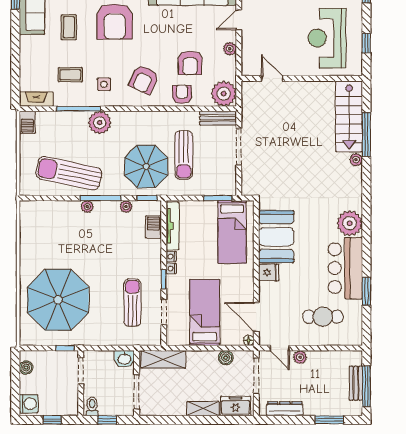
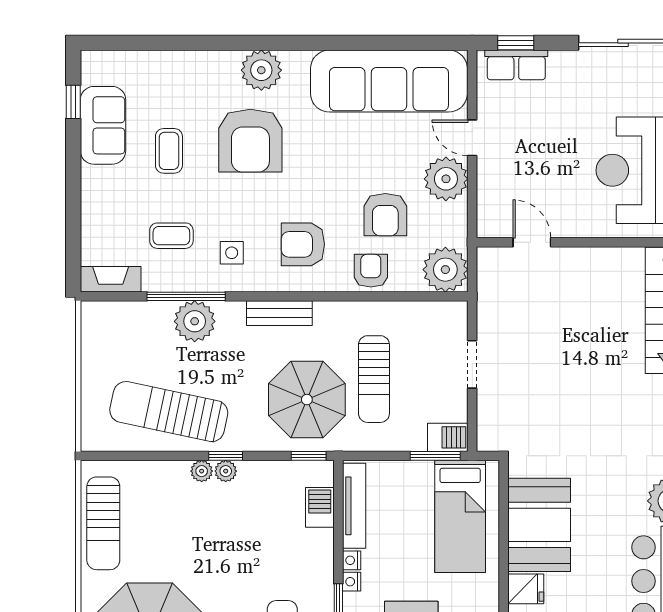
door: (239, 20) -> (472, 138), hinge flipped
plant: (230, 49) -> (446, 179), width x1.87, depth x1.87
armchair: (144, 80) -> (303, 244), turned 65
bench: (218, 118) -> (279, 313), moved
barbecue: (27, 122) -> (448, 437), moved, turned -90
plant: (100, 123) -> (195, 321), moved
doorway: (239, 147) -> (472, 364), width x0.73
window: (101, 198) -> (226, 456), width x0.46
plant: (126, 207) -> (226, 471), moved
sun lounger: (32, 236) -> (103, 523), added

